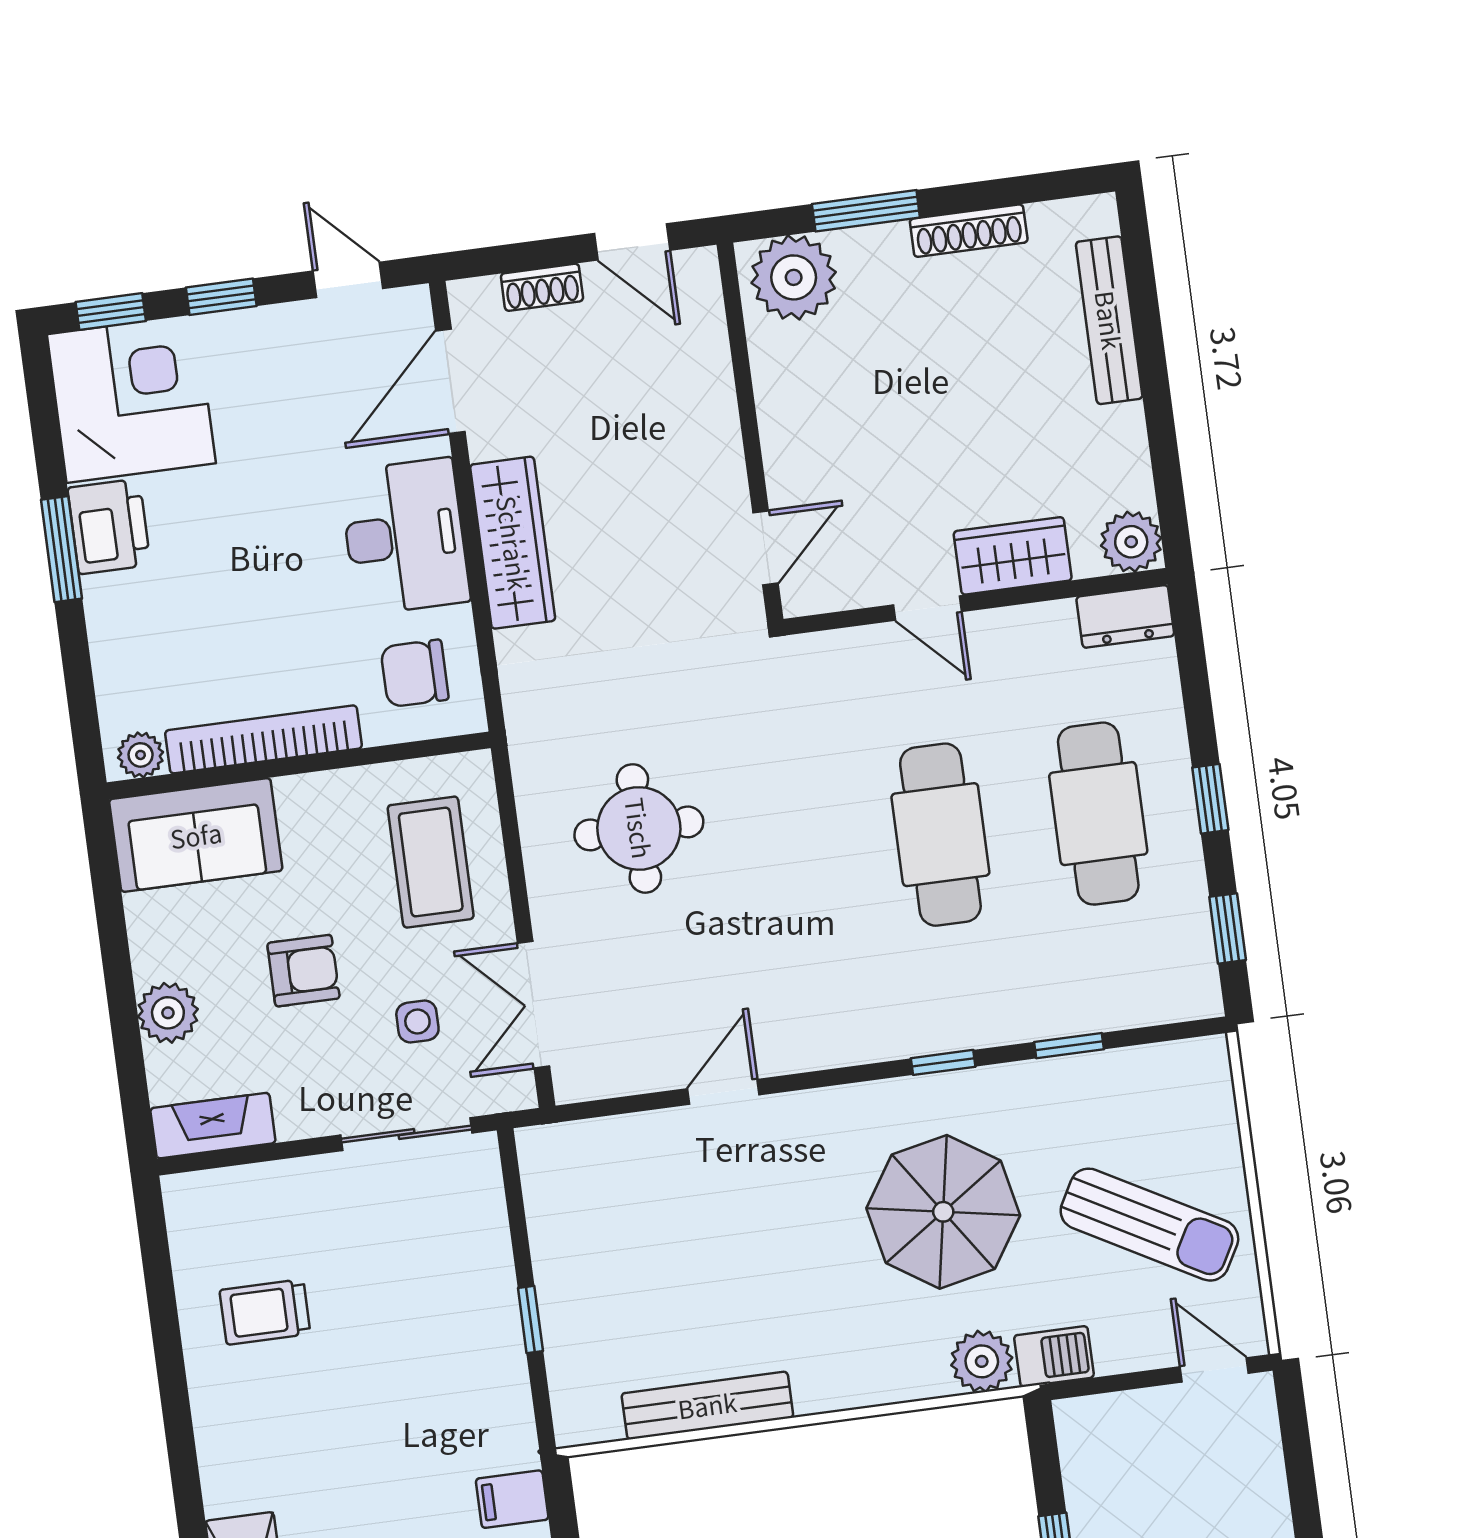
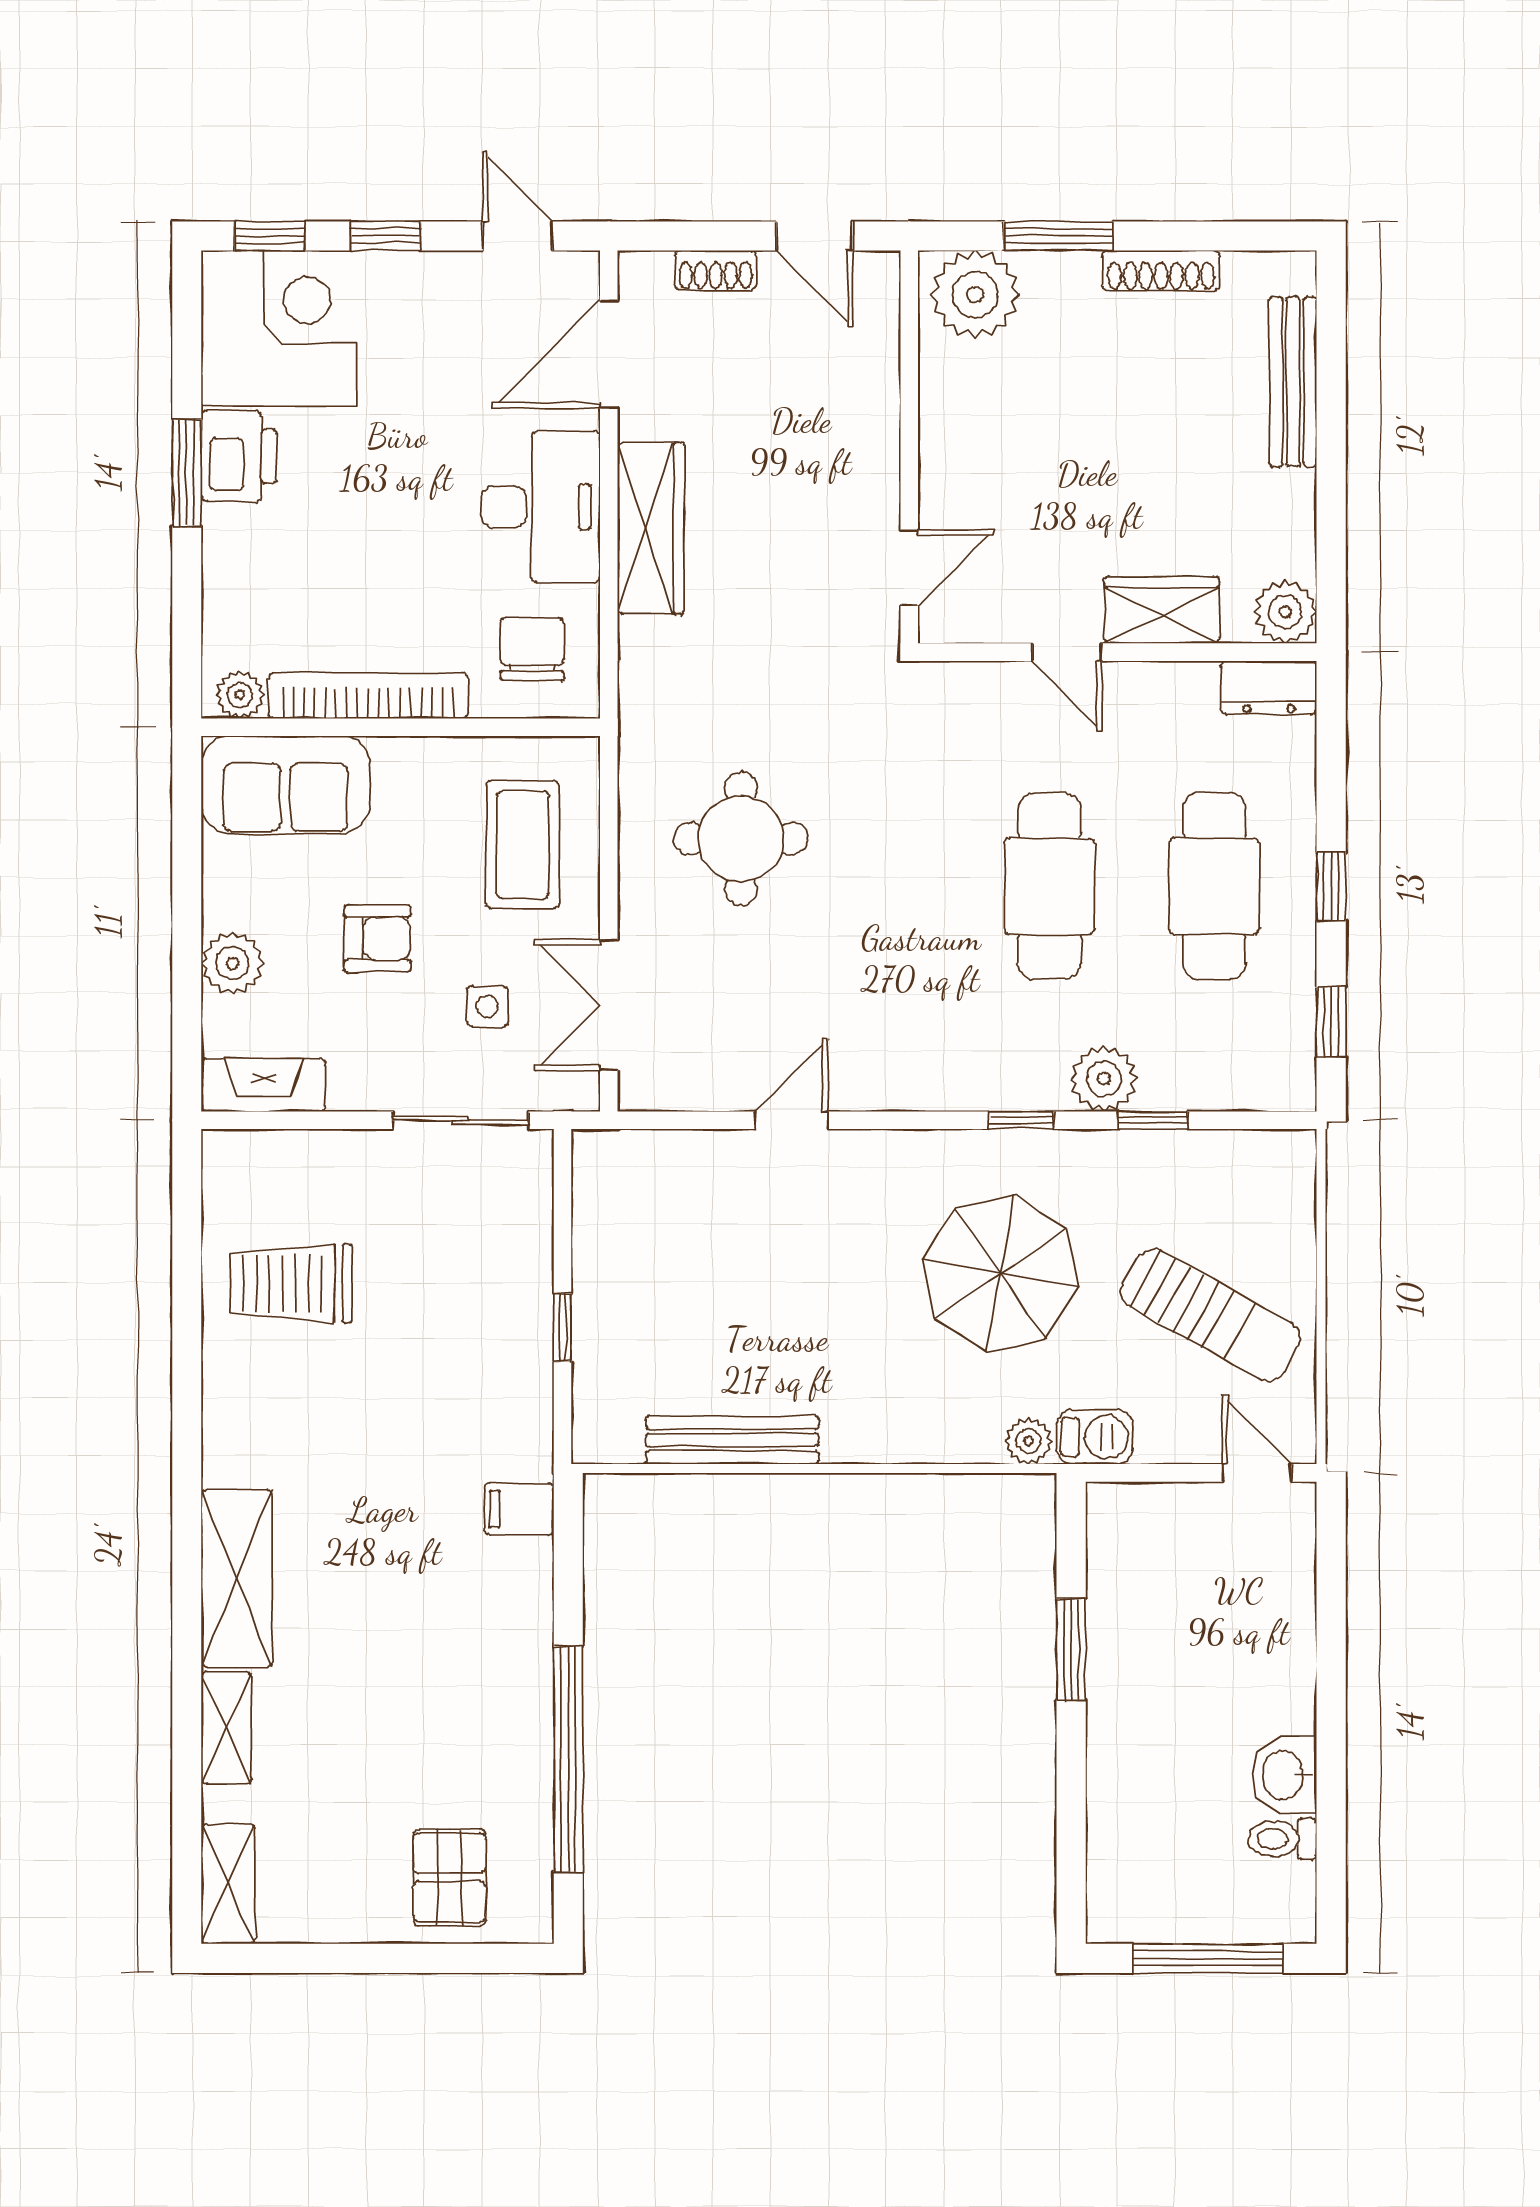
chair: (415, 673) -> (532, 649), turned 90
plant: (1017, 1012) -> (1104, 1079), added
trolley: (265, 1312) -> (291, 1283), width x1.36, depth x1.39
plant: (982, 1361) -> (1028, 1441), width x0.73, depth x0.73

